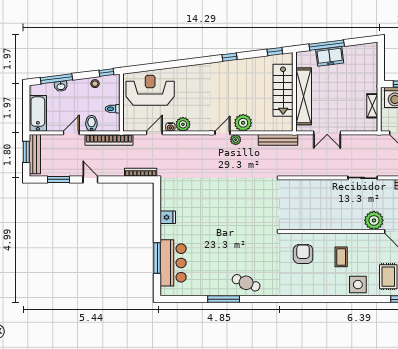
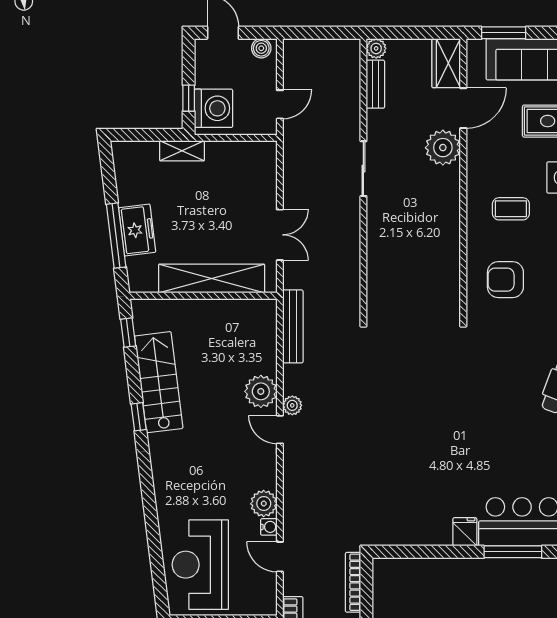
stairs: (283, 90) -> (159, 382), moved, turned -97
shelving: (372, 106) -> (182, 151), moved
fridge: (168, 217) -> (465, 532), moved

